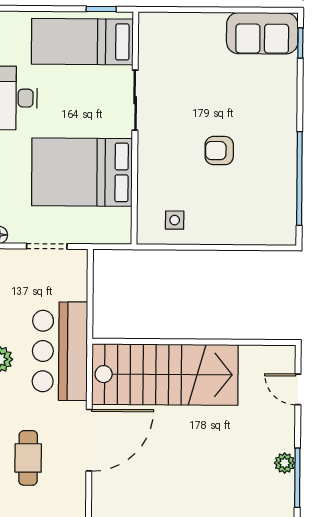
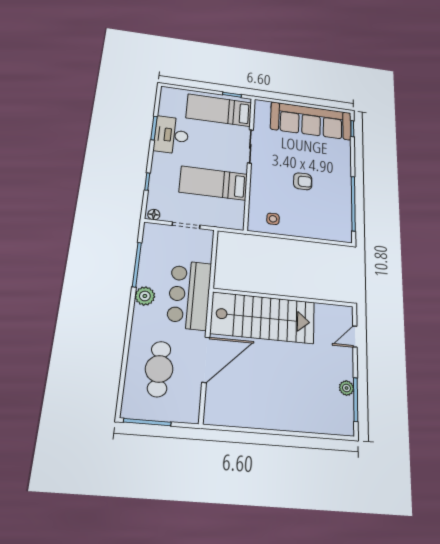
sofa: (262, 33) -> (311, 121), width x1.85, depth x1.27
armchair: (219, 151) -> (303, 181), turned 180
bed: (82, 172) -> (213, 183), width x0.67
door: (298, 389) -> (355, 337), hinge flipped
cafe table: (28, 458) -> (159, 369), width x1.37, depth x1.35

